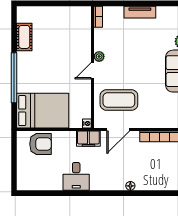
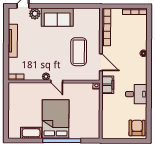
tv unit: (140, 12) -> (13, 41), width x1.41
coffee table: (119, 100) -> (79, 52), moved
bed: (43, 111) -> (56, 119), moved
armchair: (41, 144) -> (137, 128), moved

